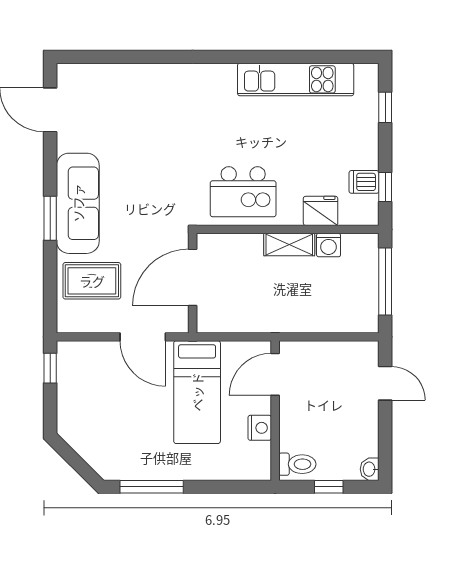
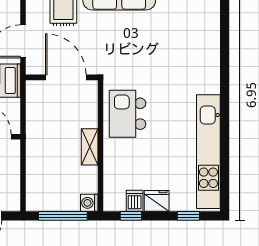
kitchen unit: (296, 79) -> (208, 152), width x1.36
fridge: (321, 211) -> (157, 201), moved, turned -90
washing machine: (329, 245) -> (89, 203), moved

